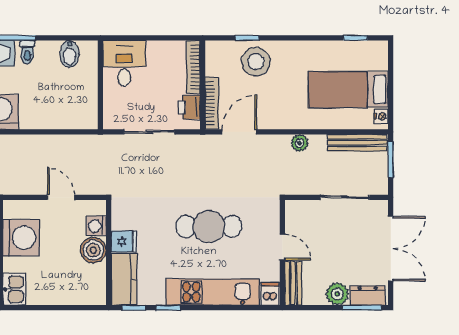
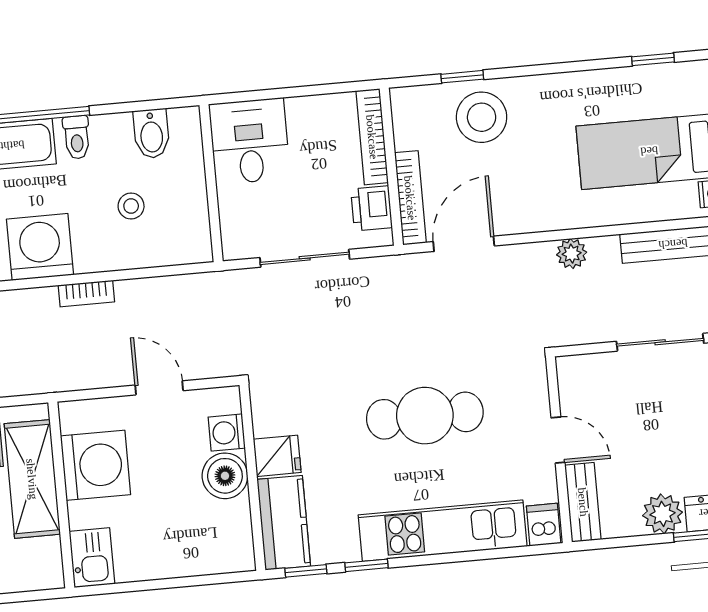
stool: (54, 94) -> (131, 206), added
bookcase: (25, 141) -> (86, 293), added

